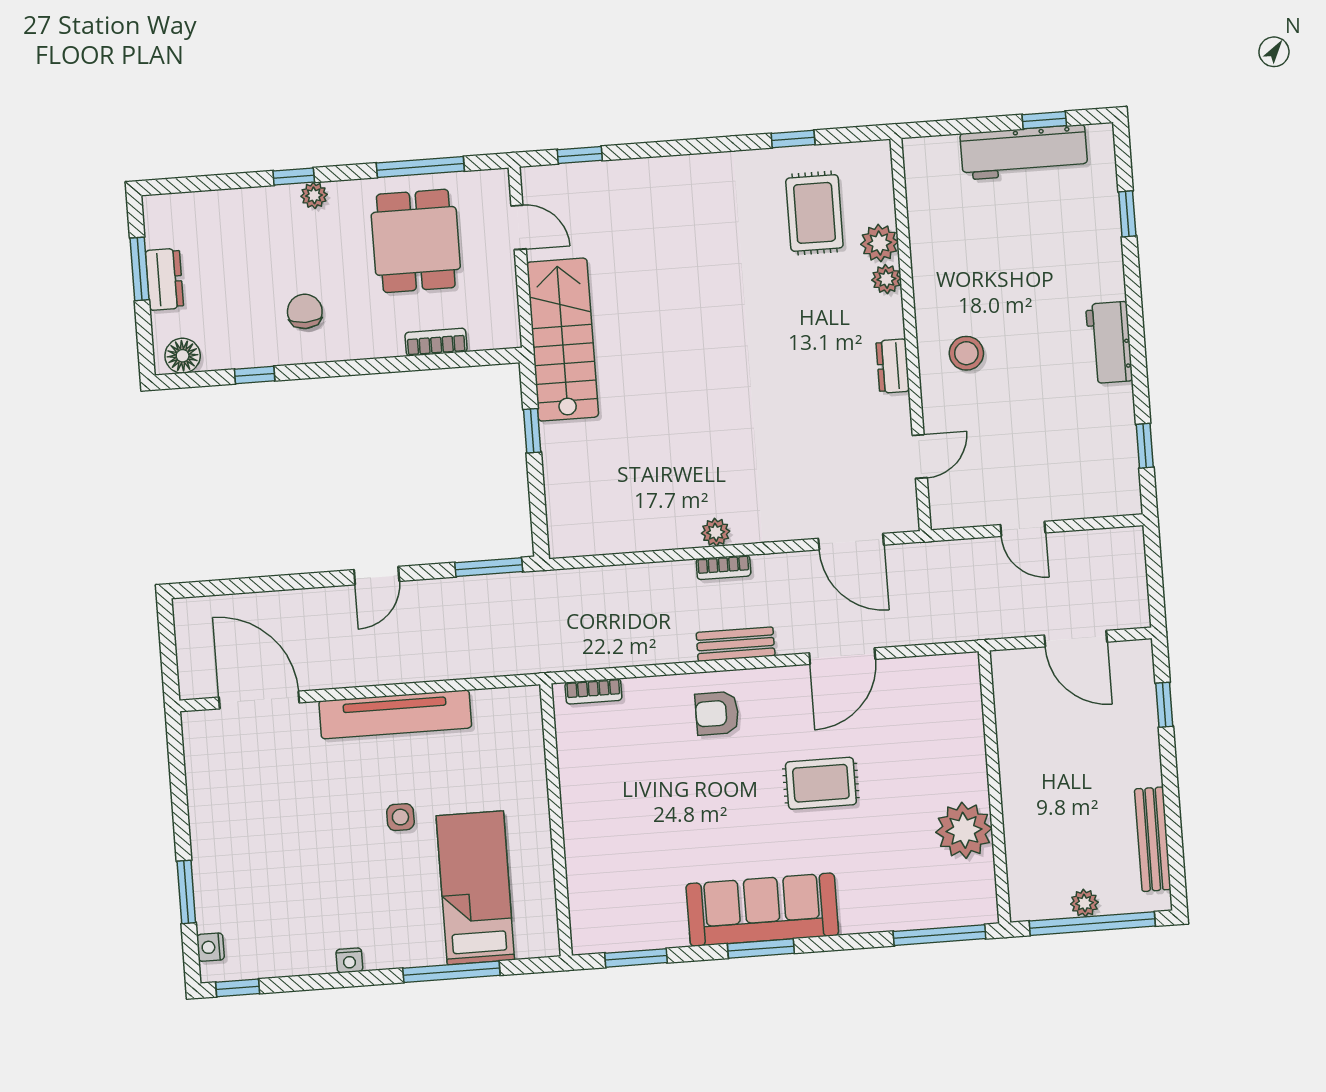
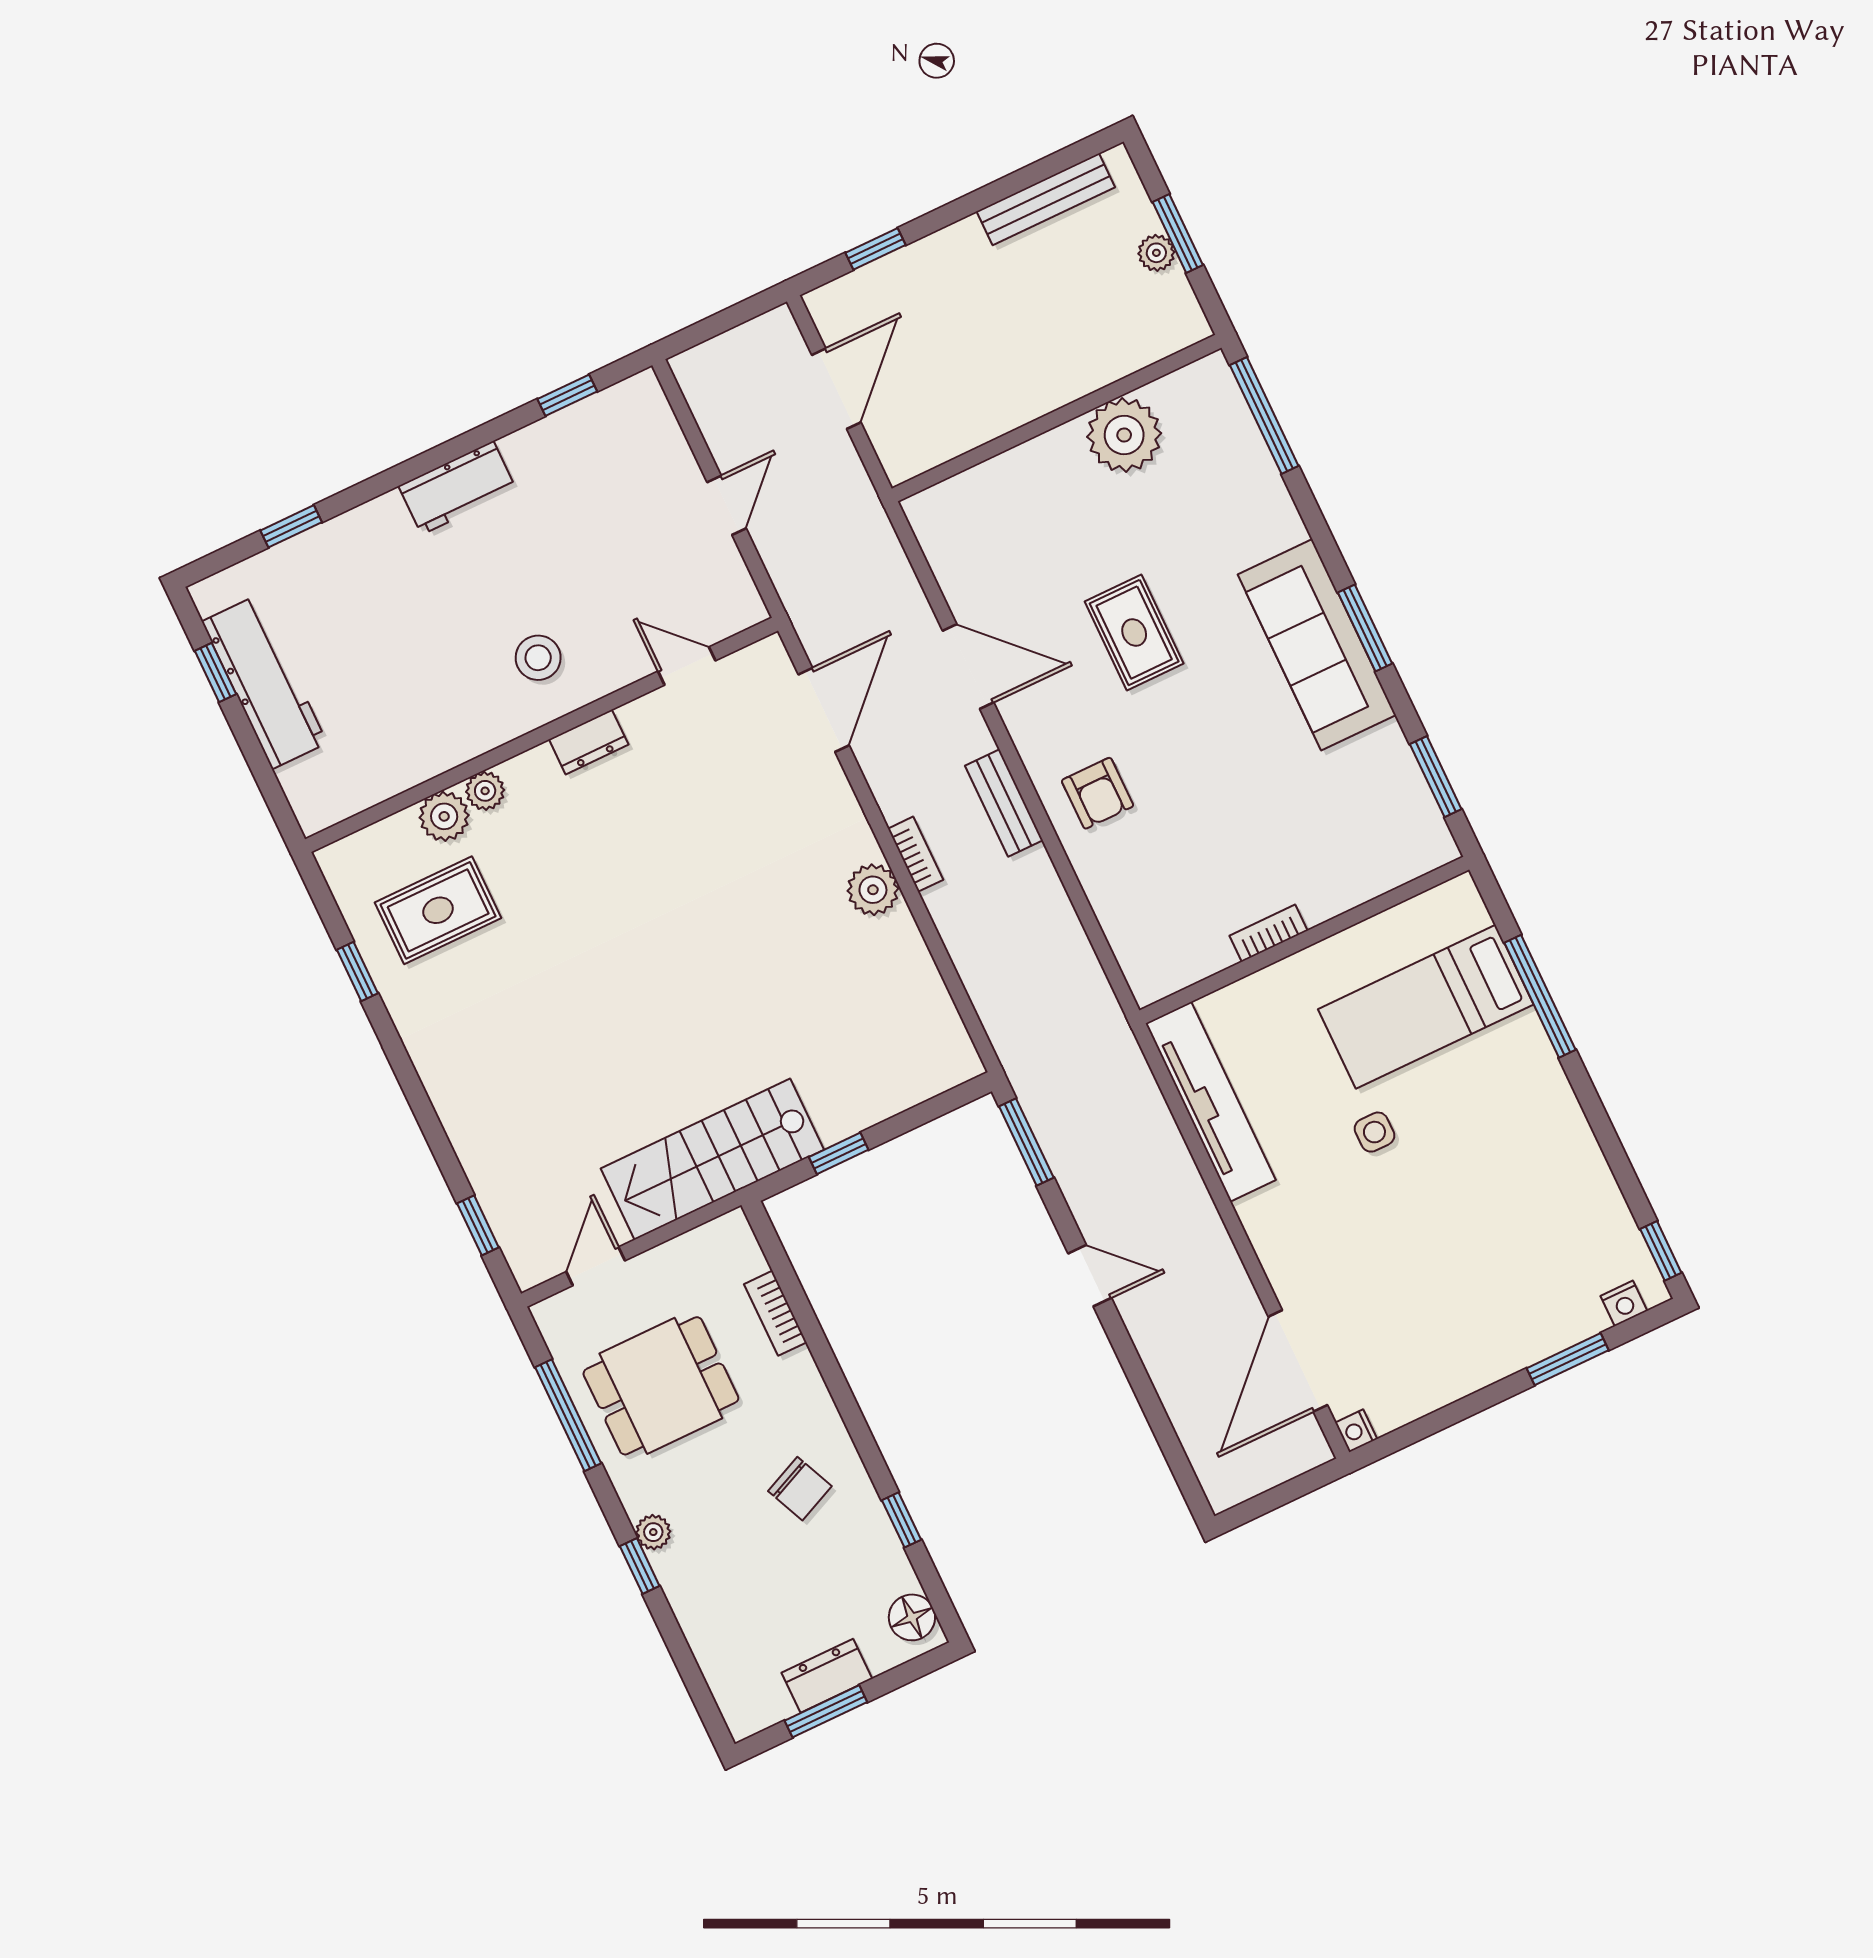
chair: (305, 311) -> (800, 1489), turned -114
plant: (716, 532) -> (873, 890), width x1.38, depth x1.38
bookcase: (593, 691) -> (1269, 933), moved, turned -90
tv unit: (395, 714) -> (1211, 1102), moved
window: (1092, 924) -> (1178, 234), width x0.47
nightstand: (349, 960) -> (1356, 1431), moved, turned 180

